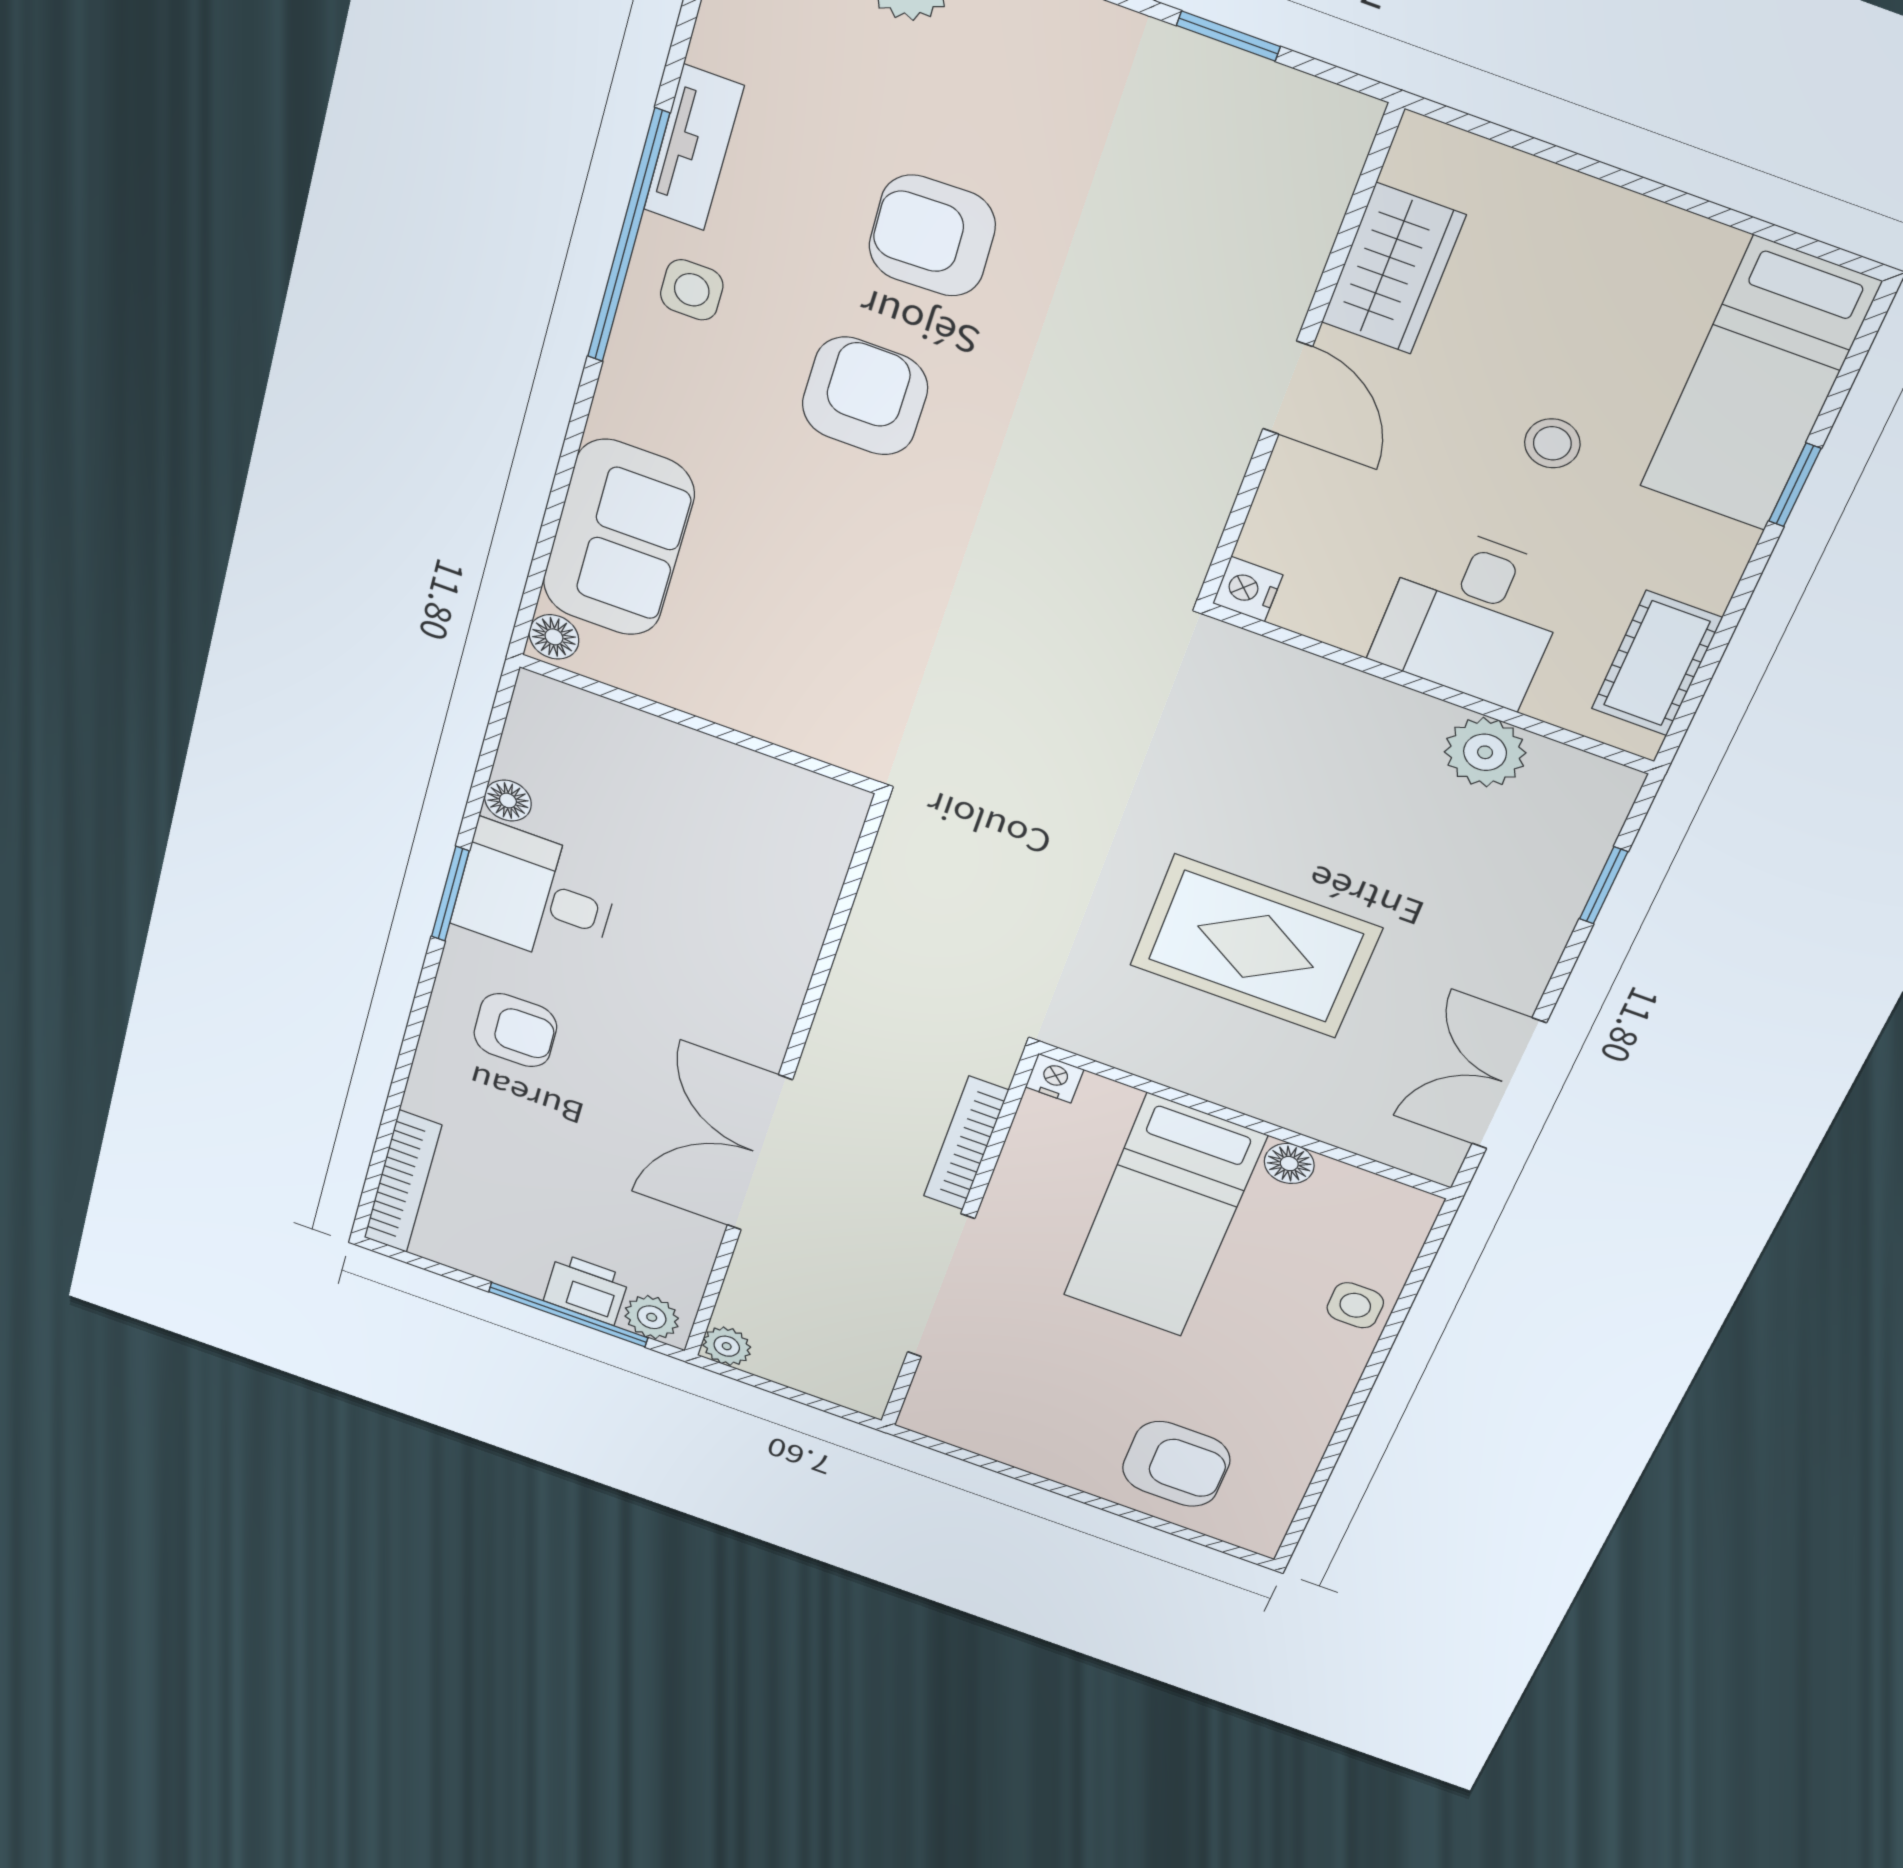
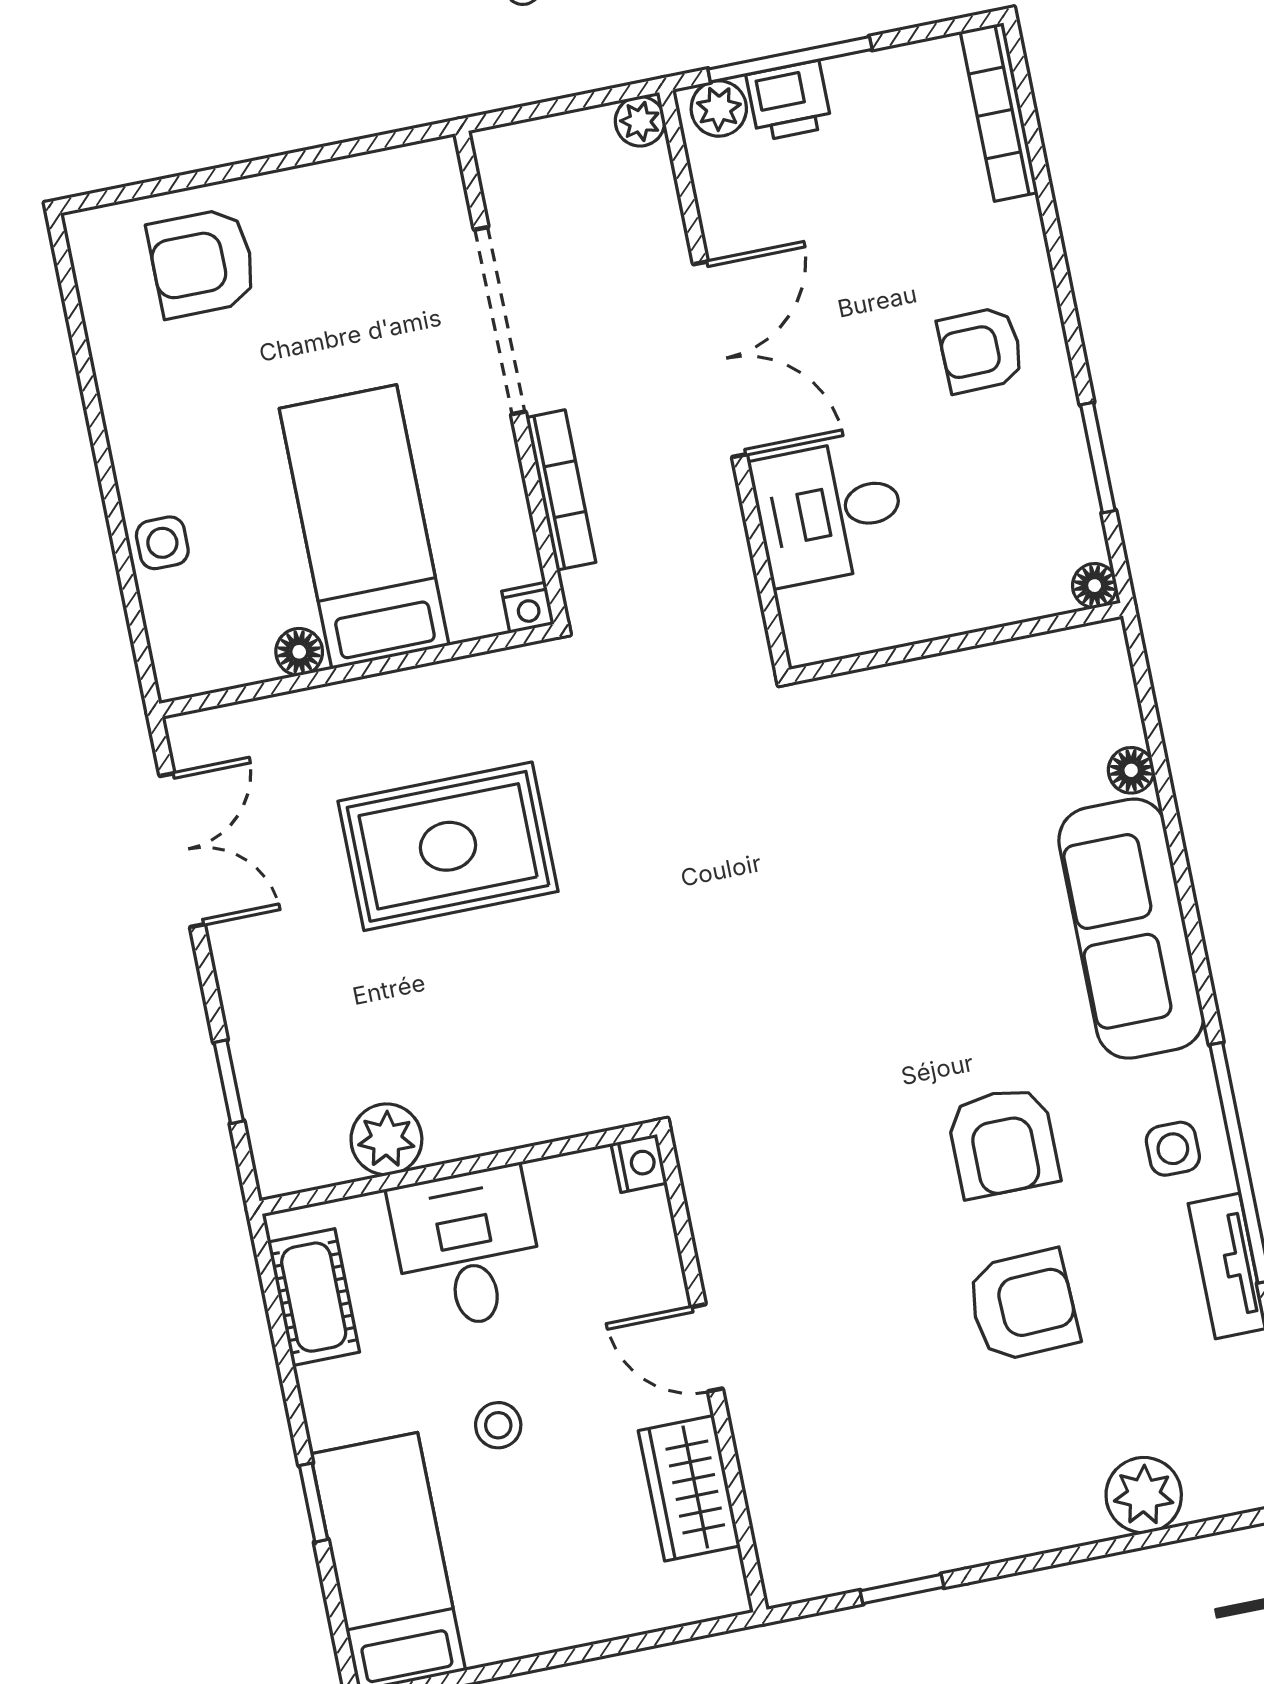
sofa: (618, 538) -> (1131, 929), width x1.36
wall: (699, 724) -> (956, 643), moved
desk: (536, 895) -> (829, 512), moved, turned 180

